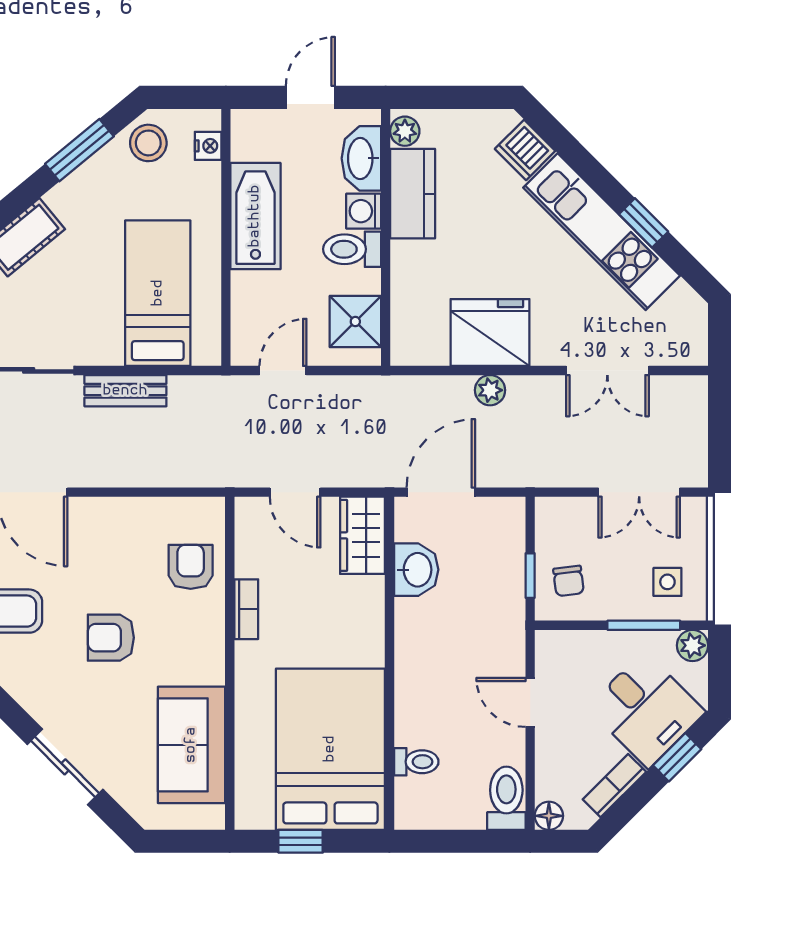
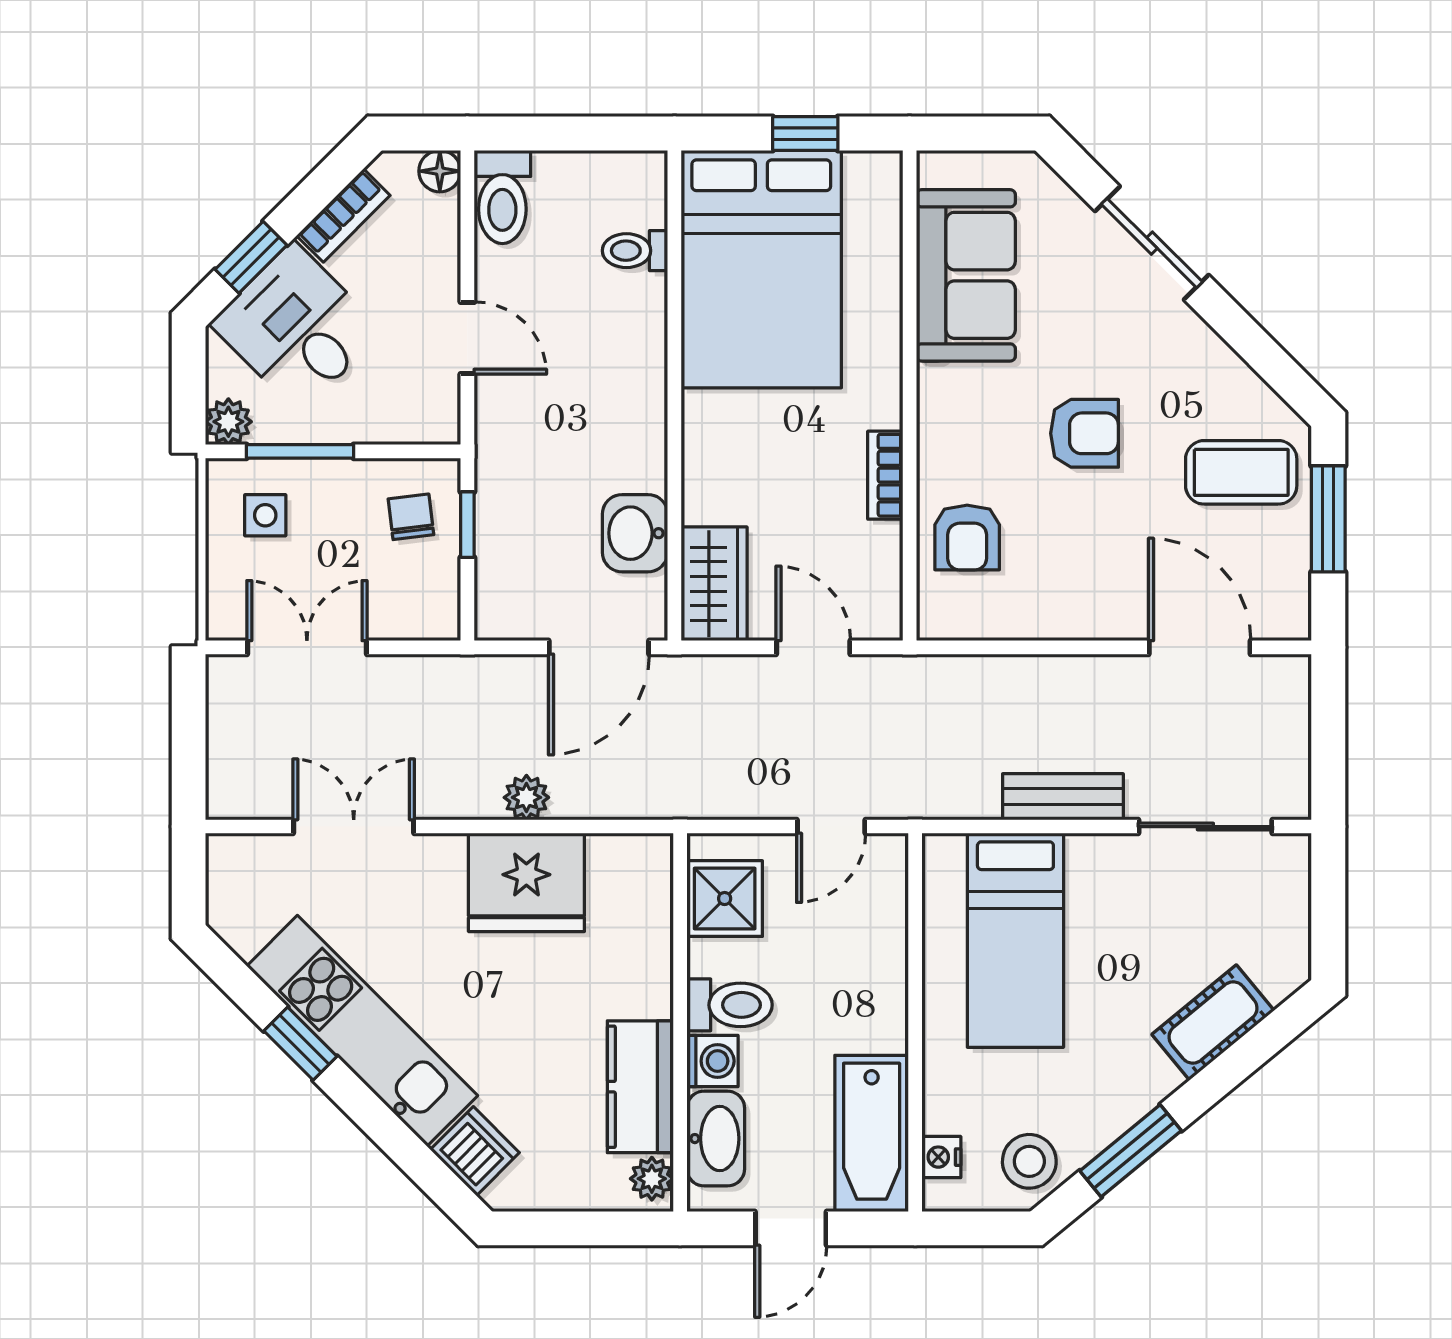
bathtub: (255, 216) -> (872, 1133), moved

